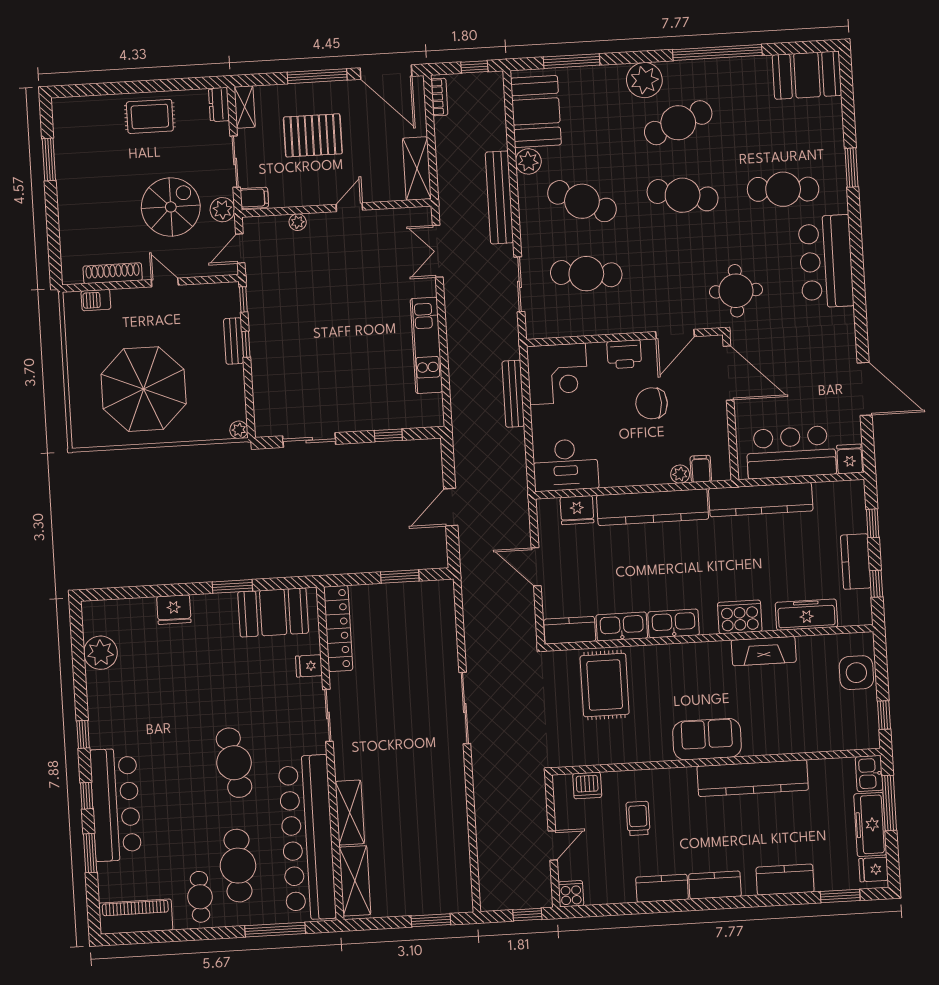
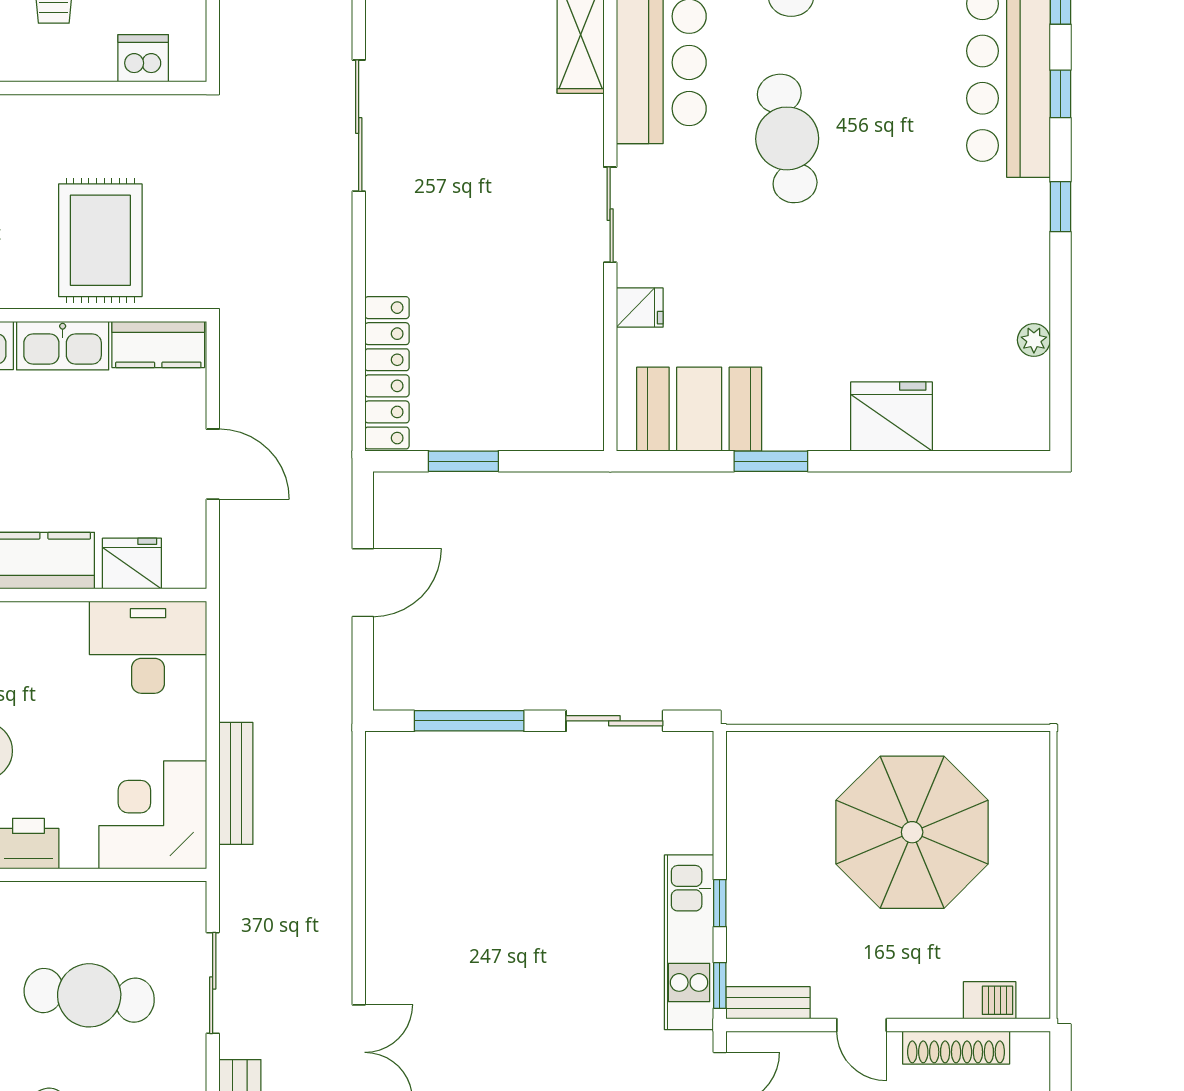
bench: (234, 341) -> (768, 1003), moved, turned 90
kitchen unit: (426, 345) -> (689, 942), moved, turned 180
plant: (239, 430) -> (742, 747), removed
window: (388, 435) -> (469, 721), width x2.17
fridge: (174, 610) -> (891, 417), width x1.36, depth x1.34
locker: (338, 628) -> (387, 373), moved, turned 180
plant: (101, 653) -> (1034, 340), width x0.53, depth x0.53
sliding door: (465, 708) -> (359, 126), moved

